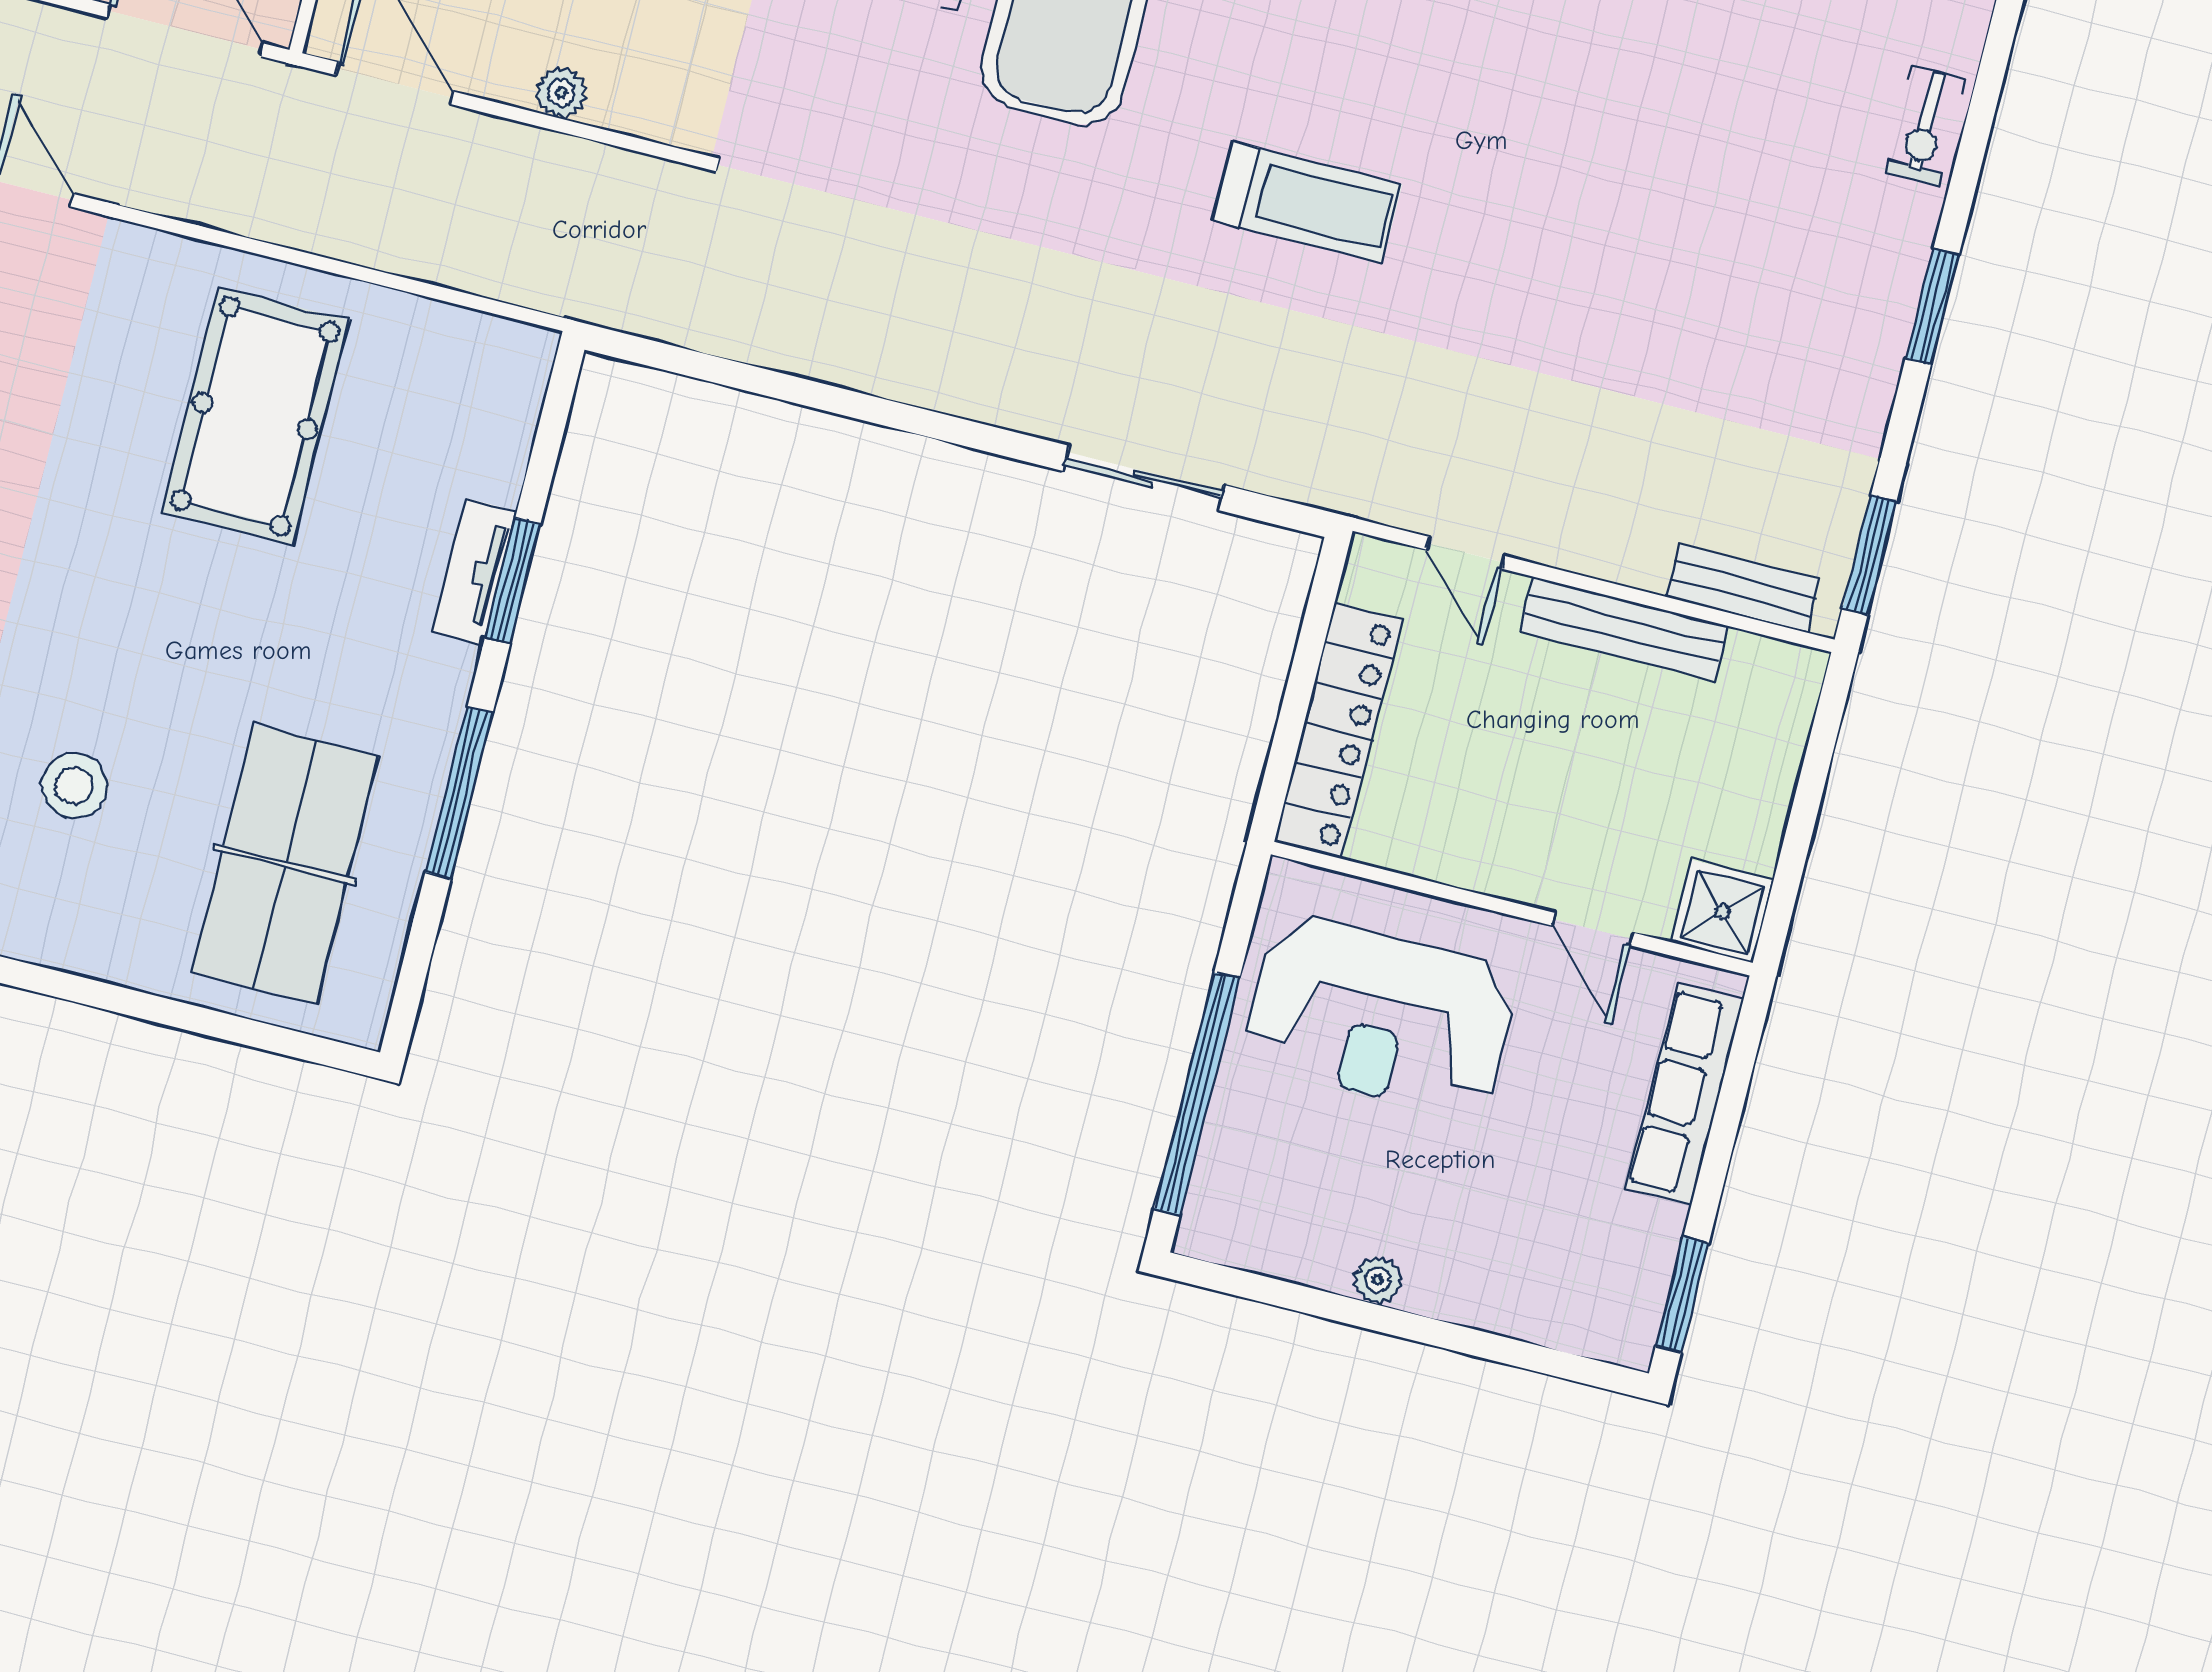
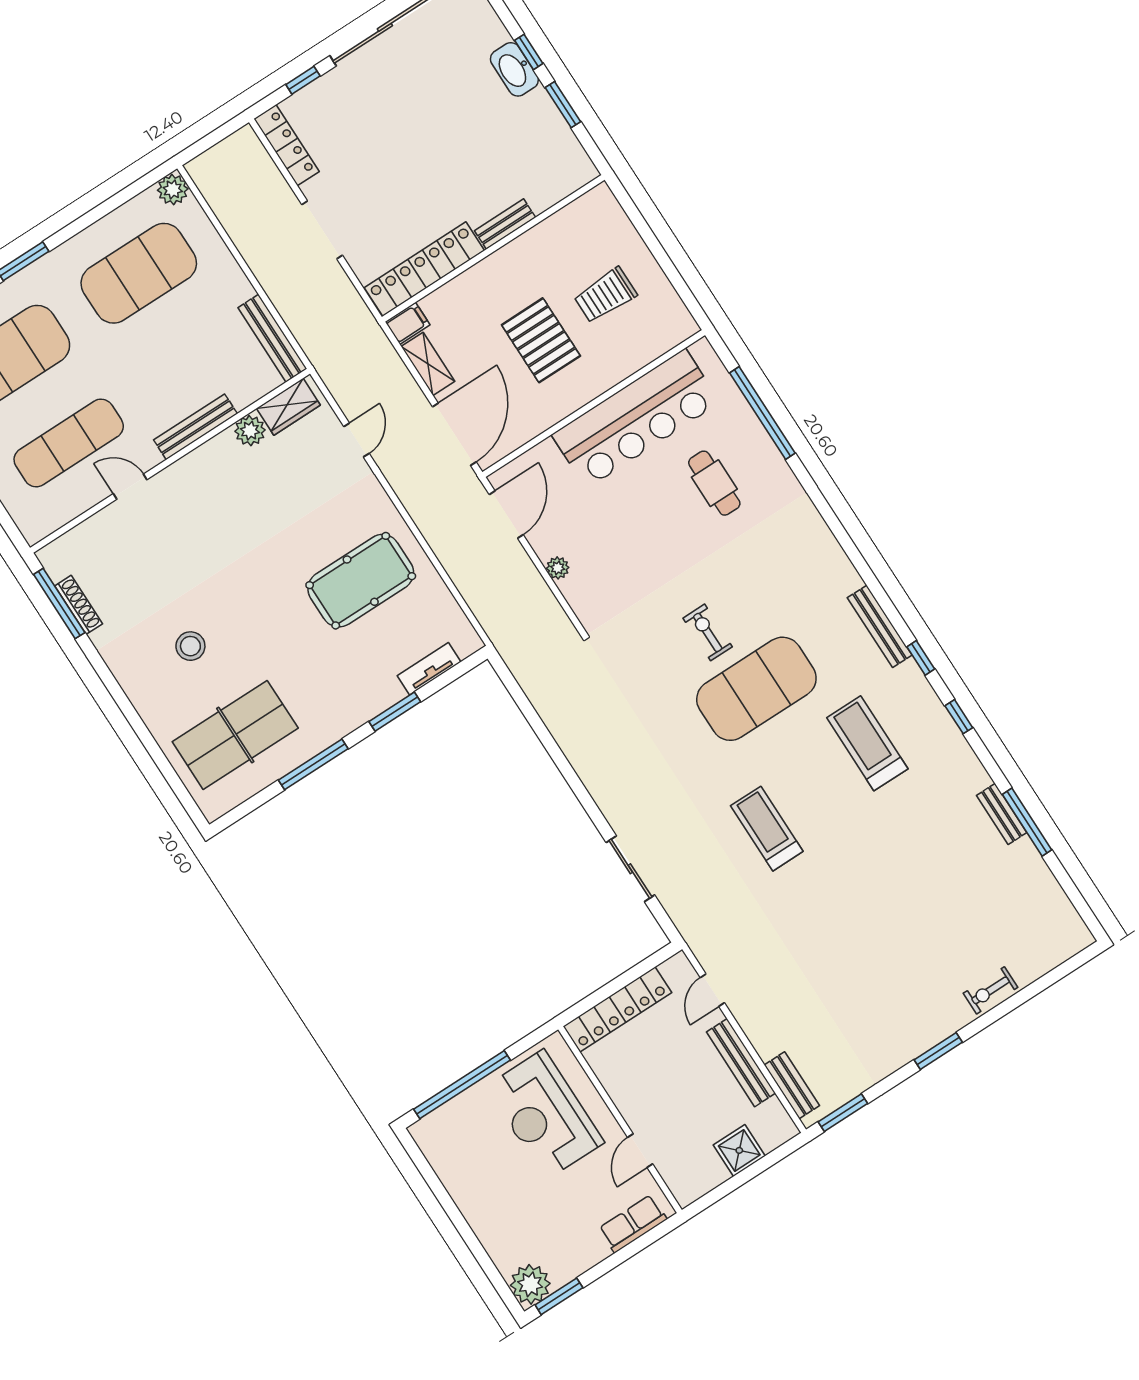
treadmill: (1307, 202) -> (767, 829), turned 180
tv unit: (475, 572) -> (429, 669), moved
shower: (1722, 911) -> (739, 1150), moved
row of seats: (1684, 1094) -> (633, 1224), width x0.68
plant: (1378, 1280) -> (530, 1284), moved, width x1.88, depth x1.88

